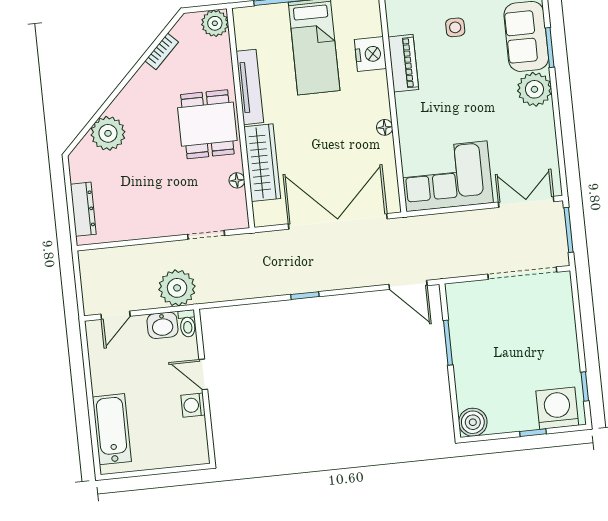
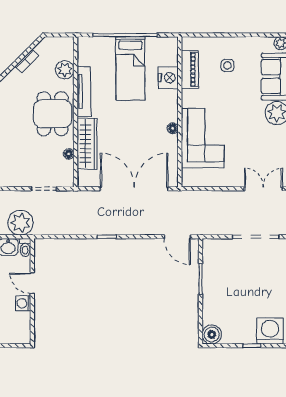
plant: (215, 23) -> (65, 70), moved
piano: (403, 63) -> (190, 69), moved
corner sofa: (447, 176) -> (203, 138), moved, turned 90

